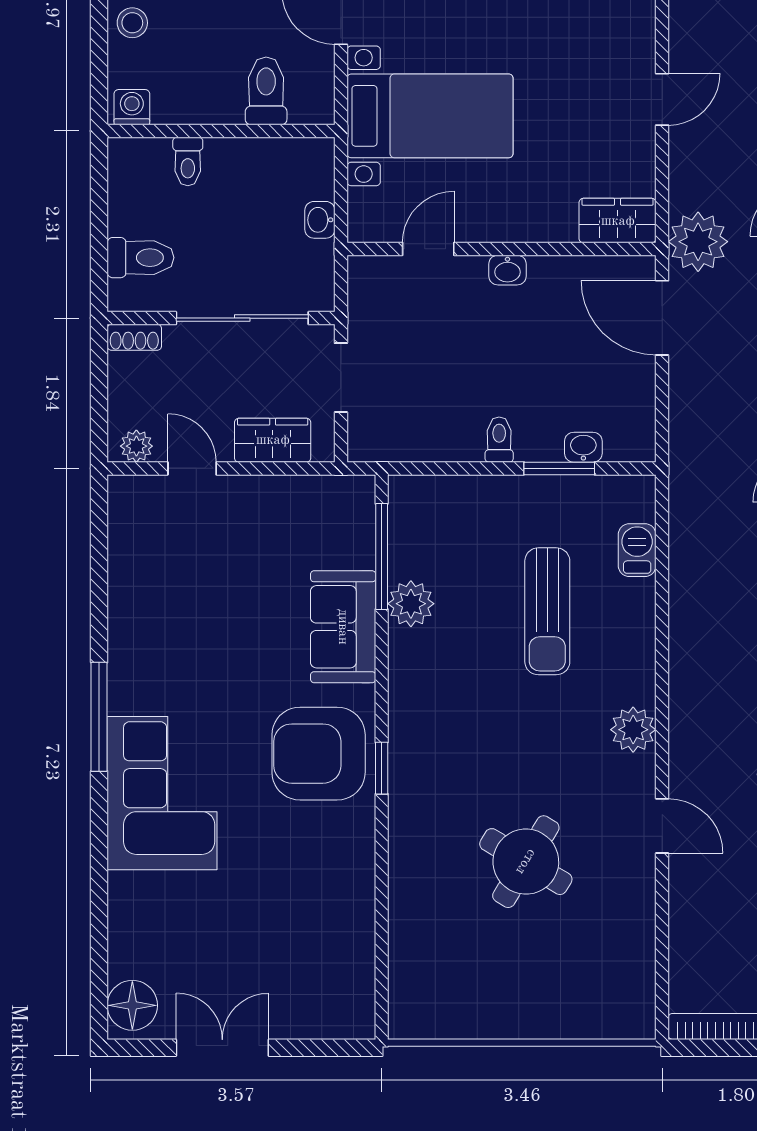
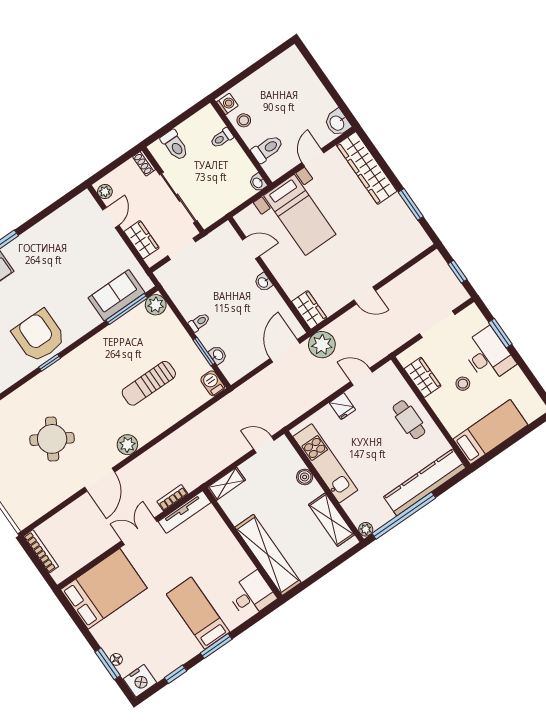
stool: (132, 23) -> (244, 120), moved
washbasin: (320, 220) -> (258, 183), moved, turned -90
barbecue: (637, 550) -> (213, 383), moved, turned -90
plant: (411, 604) -> (156, 305), moved
sofa: (343, 627) -> (116, 295), moved
door: (662, 826) -> (100, 480), width x1.38

